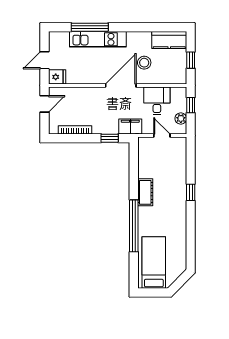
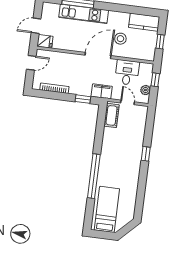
cot: (145, 192) -> (112, 115), moved

